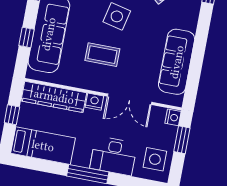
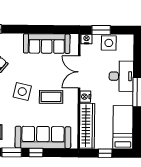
window: (27, 37) -> (36, 153), moved
coffee table: (102, 55) -> (51, 97), turned 90
double door: (130, 99) -> (79, 72), swing flipped
side table: (155, 159) -> (109, 43), moved

